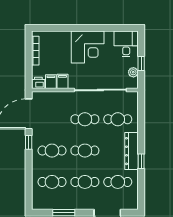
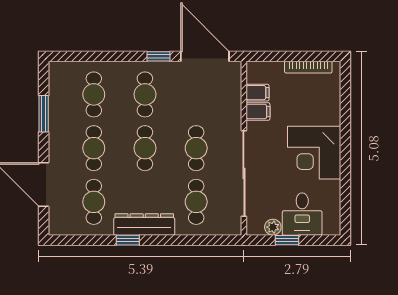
desk: (126, 44) -> (302, 214), moved, turned 90
printer: (38, 83) -> (256, 72), removed

